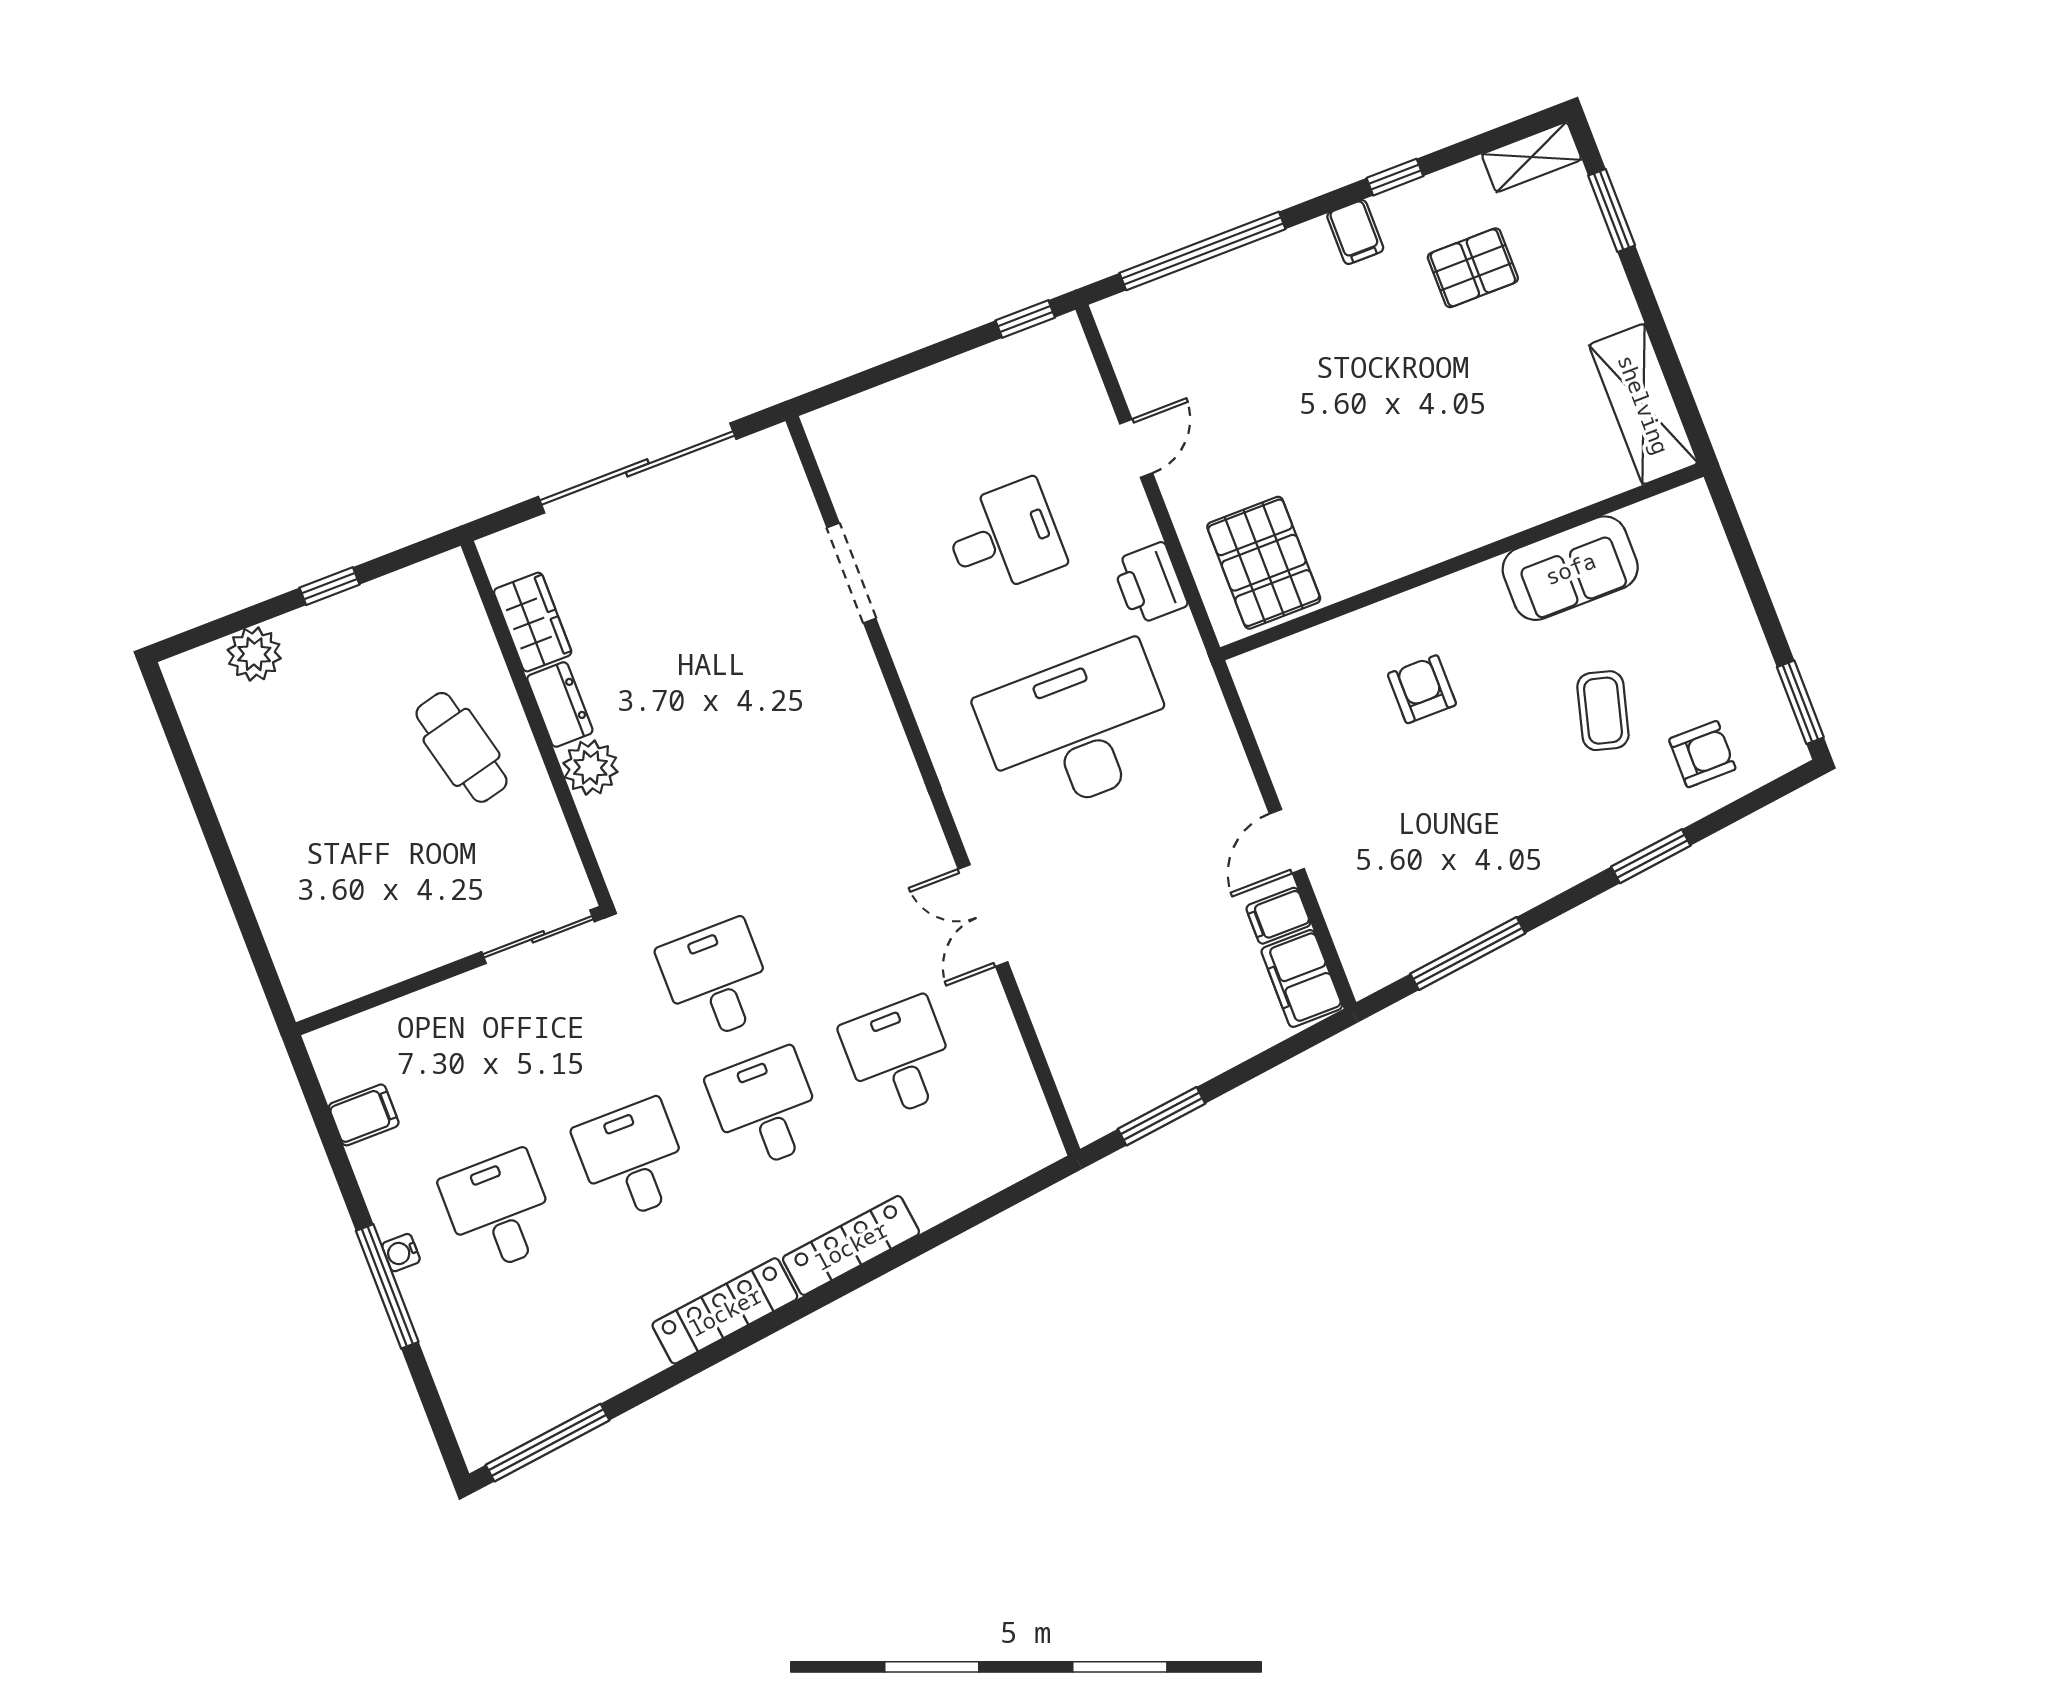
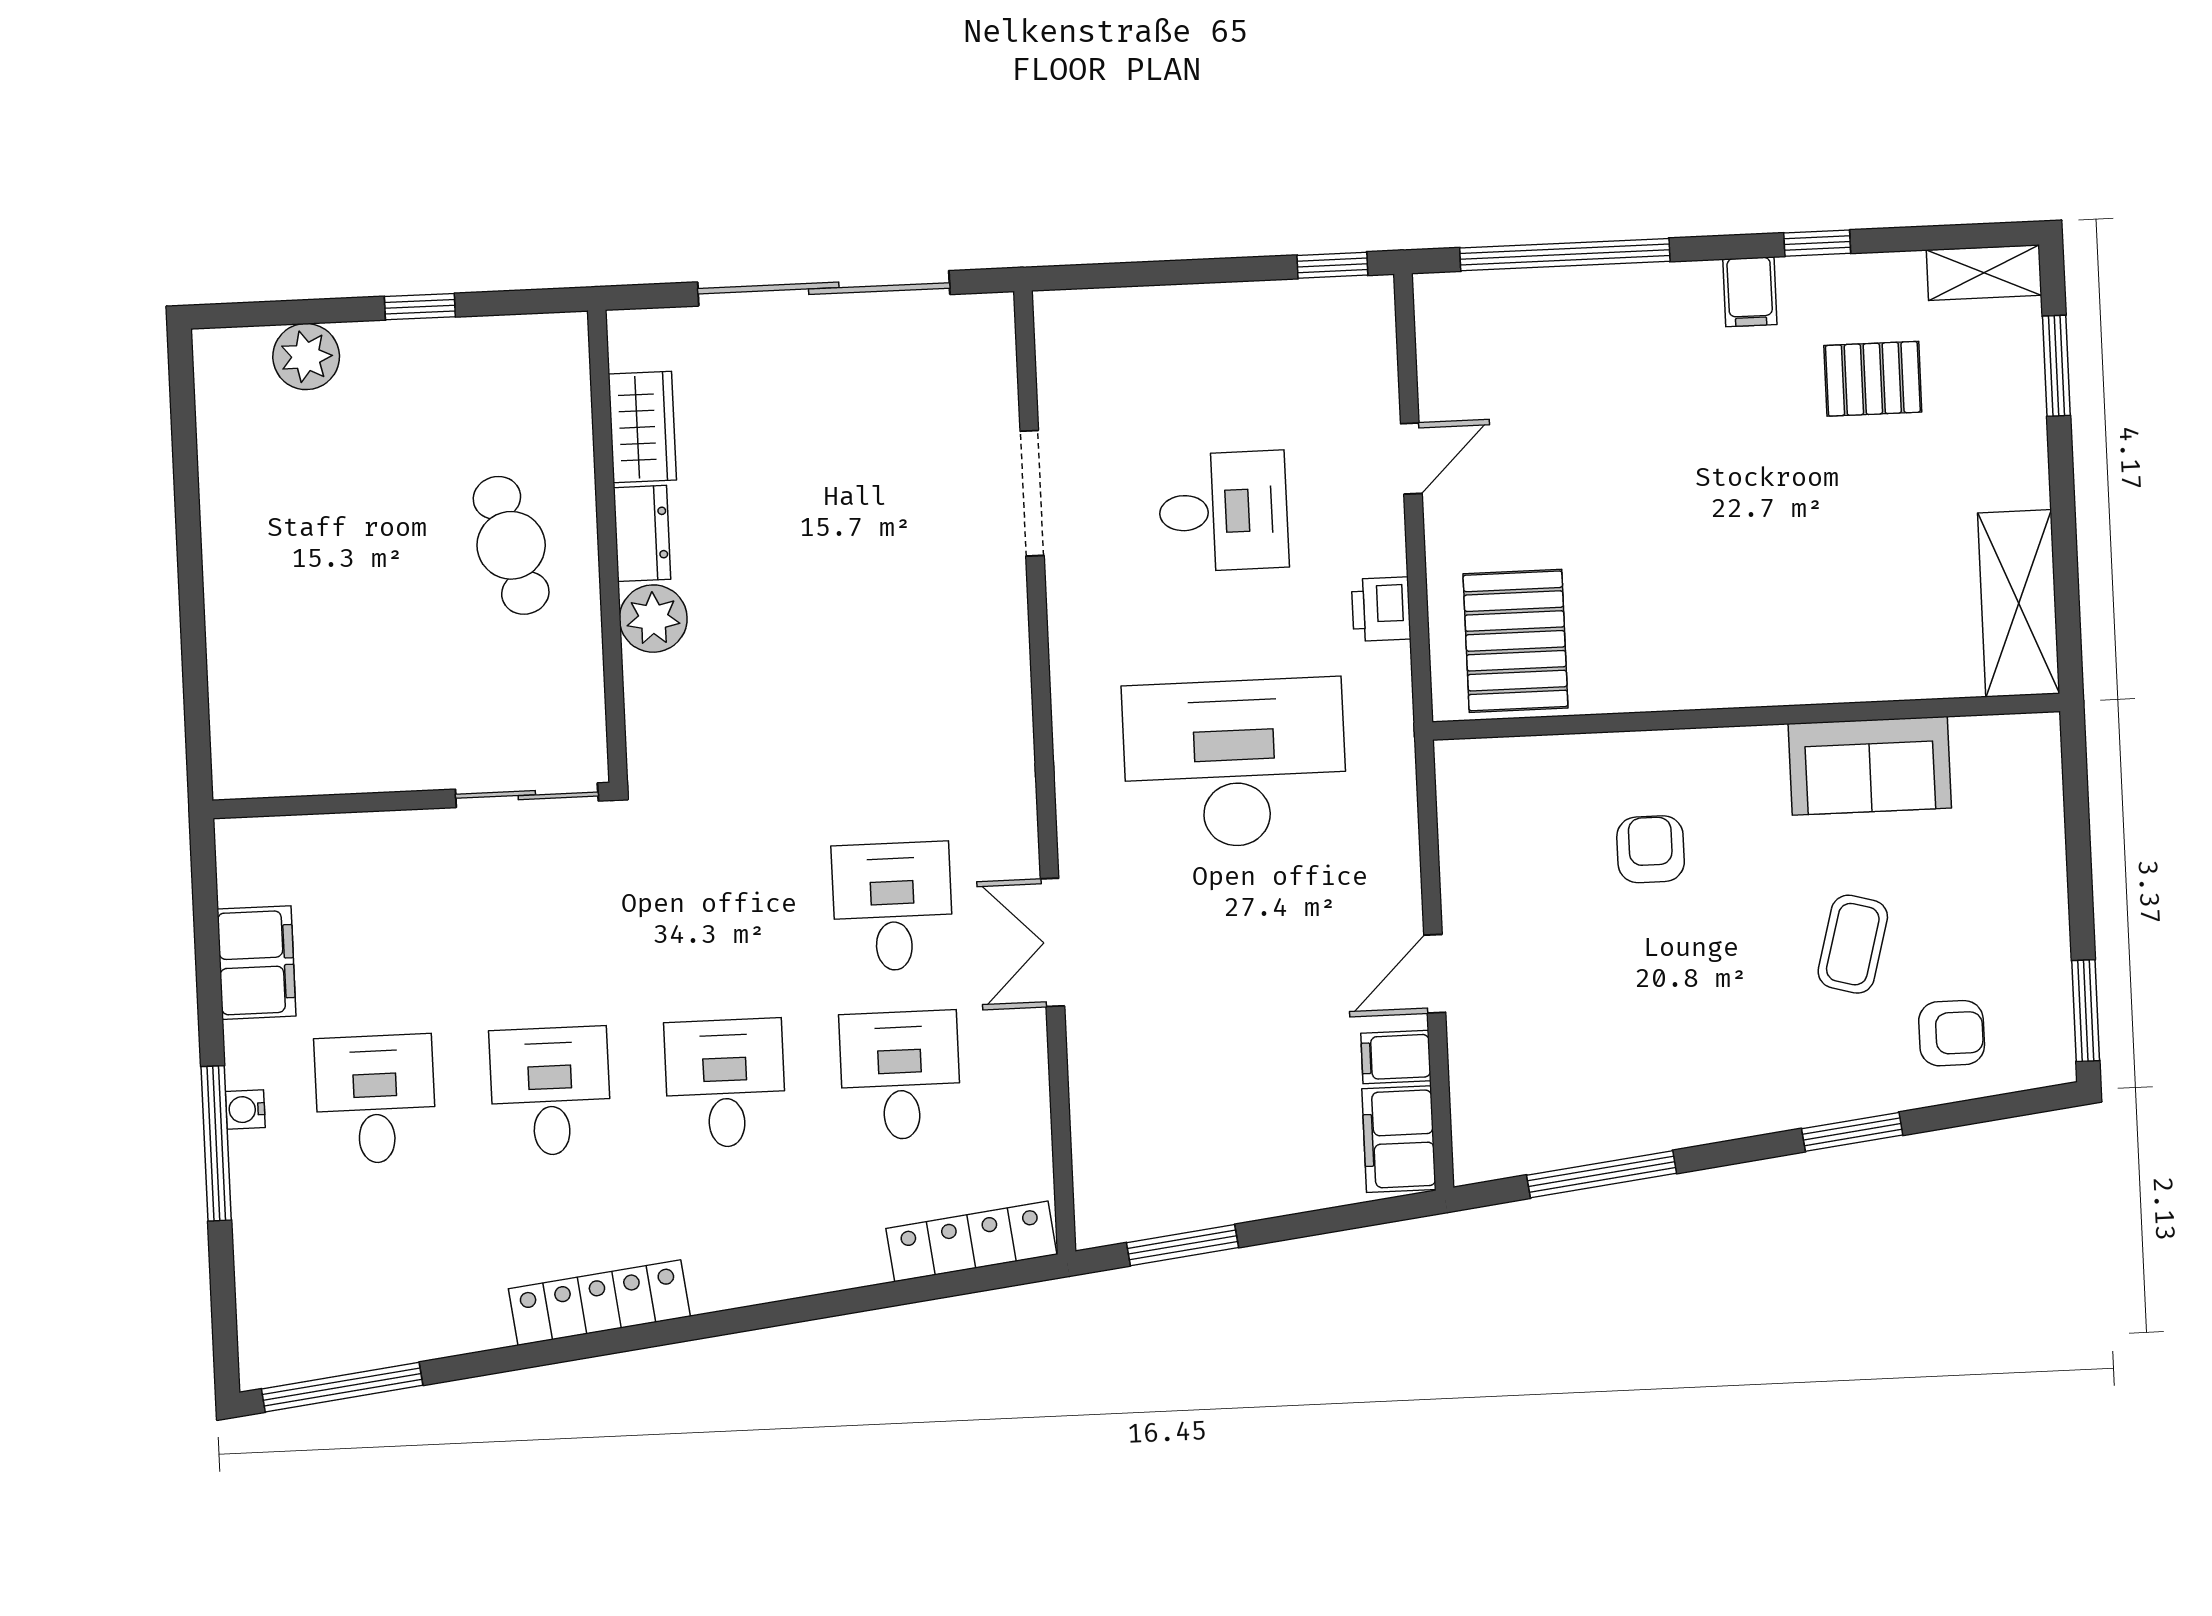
printer: (1150, 583) -> (1381, 609), width x0.73, depth x0.81
desk: (716, 980) -> (893, 907), moved
filing cabinet: (364, 1115) -> (256, 963), width x2.00
locker: (851, 1245) -> (971, 1241), moved

